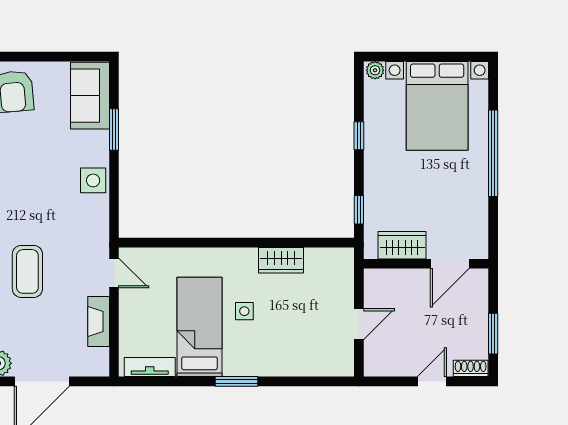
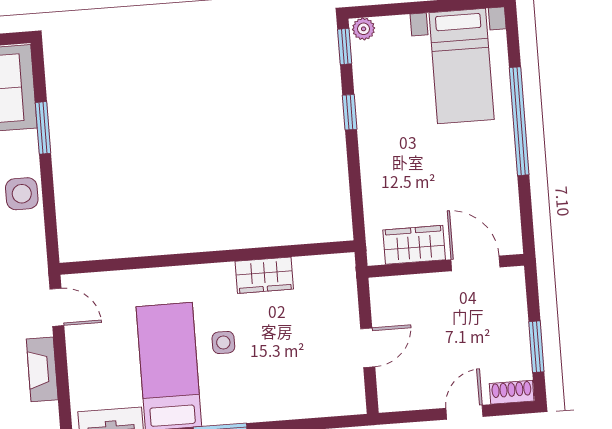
bed with nightstands: (437, 106) -> (462, 66), width x0.73
window: (359, 210) -> (345, 47), moved
door: (450, 264) -> (475, 263), swing flipped

